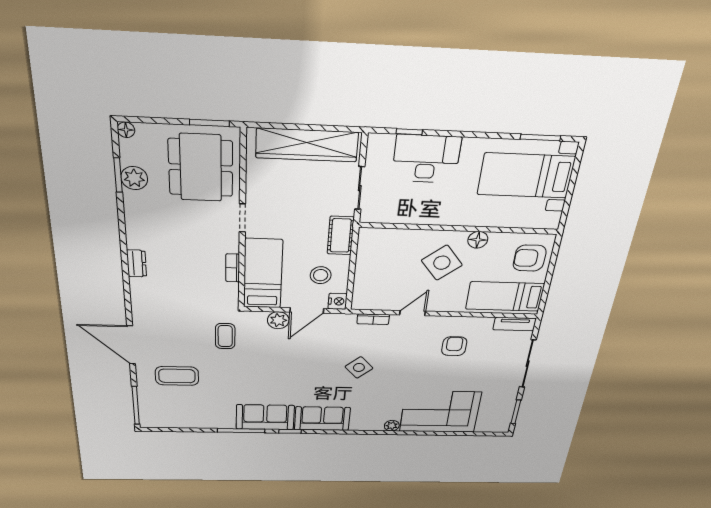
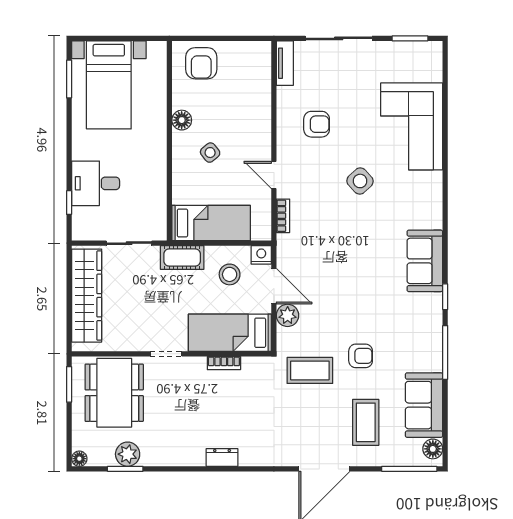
desk: (426, 159) -> (96, 183), width x0.73
dining table: (201, 168) -> (114, 393), turned 90
side table: (442, 263) -> (210, 153), width x0.54, depth x0.54
bed: (505, 296) -> (211, 223), moved, turned -90
coffee table: (225, 336) -> (310, 370), width x1.36, depth x1.30
armchair: (454, 346) -> (317, 124), turned 180
side table: (359, 367) -> (360, 181), moved
armchair: (239, 373) -> (361, 356), added
sofa: (265, 417) -> (424, 405), moved
floor lamp: (155, 421) -> (433, 449), added
plant: (392, 426) -> (434, 180), removed

